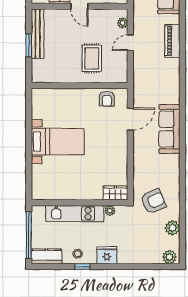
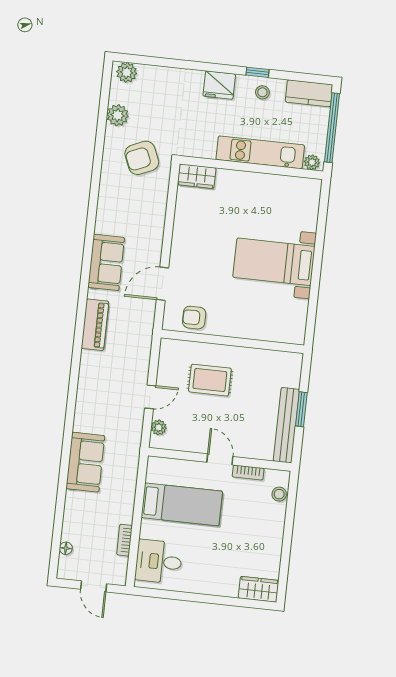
piano: (172, 41) -> (95, 325), moved
rug: (92, 58) -> (210, 380), turned 90
armchair: (107, 99) -> (194, 318), turned -90
sofa: (169, 129) -> (106, 262), width x0.73
plant: (110, 211) -> (312, 162), moved

